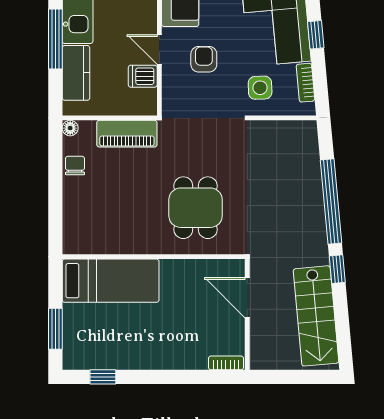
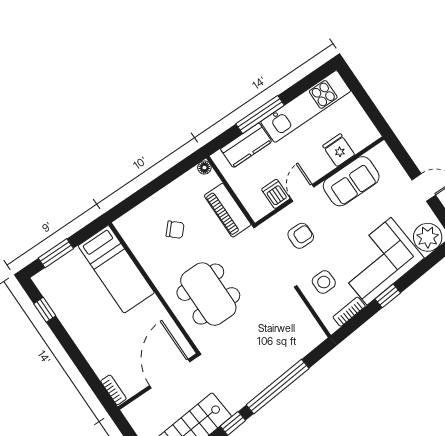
armchair: (204, 59) -> (301, 236), moved
chair: (75, 166) -> (175, 230), moved, turned 42
dining table: (196, 208) -> (208, 294), width x1.38
door: (247, 298) -> (170, 374), width x1.36

